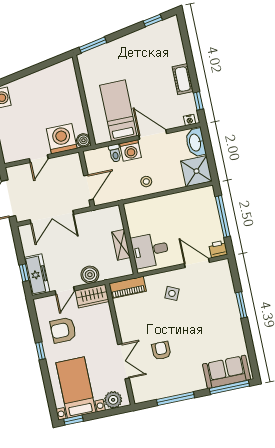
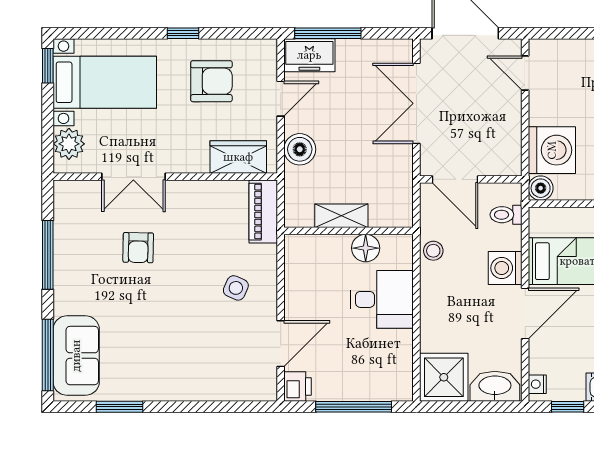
toilet: (115, 153) -> (506, 215), moved
door: (39, 159) -> (525, 73), moved
stool: (146, 182) -> (433, 251), moved
floor lamp: (136, 228) -> (366, 248), added
desk: (150, 250) -> (382, 299), moved, turned 90
window: (24, 273) -> (328, 33), width x2.17
freezer: (37, 275) -> (309, 55), width x0.71
door: (65, 291) -> (281, 99), swing flipped
wardrobe: (92, 296) -> (238, 157), moved, turned 90
window: (241, 305) -> (120, 407), moved
armchair: (63, 330) -> (211, 81), turned 90
armchair: (161, 351) -> (138, 248), turned 91

